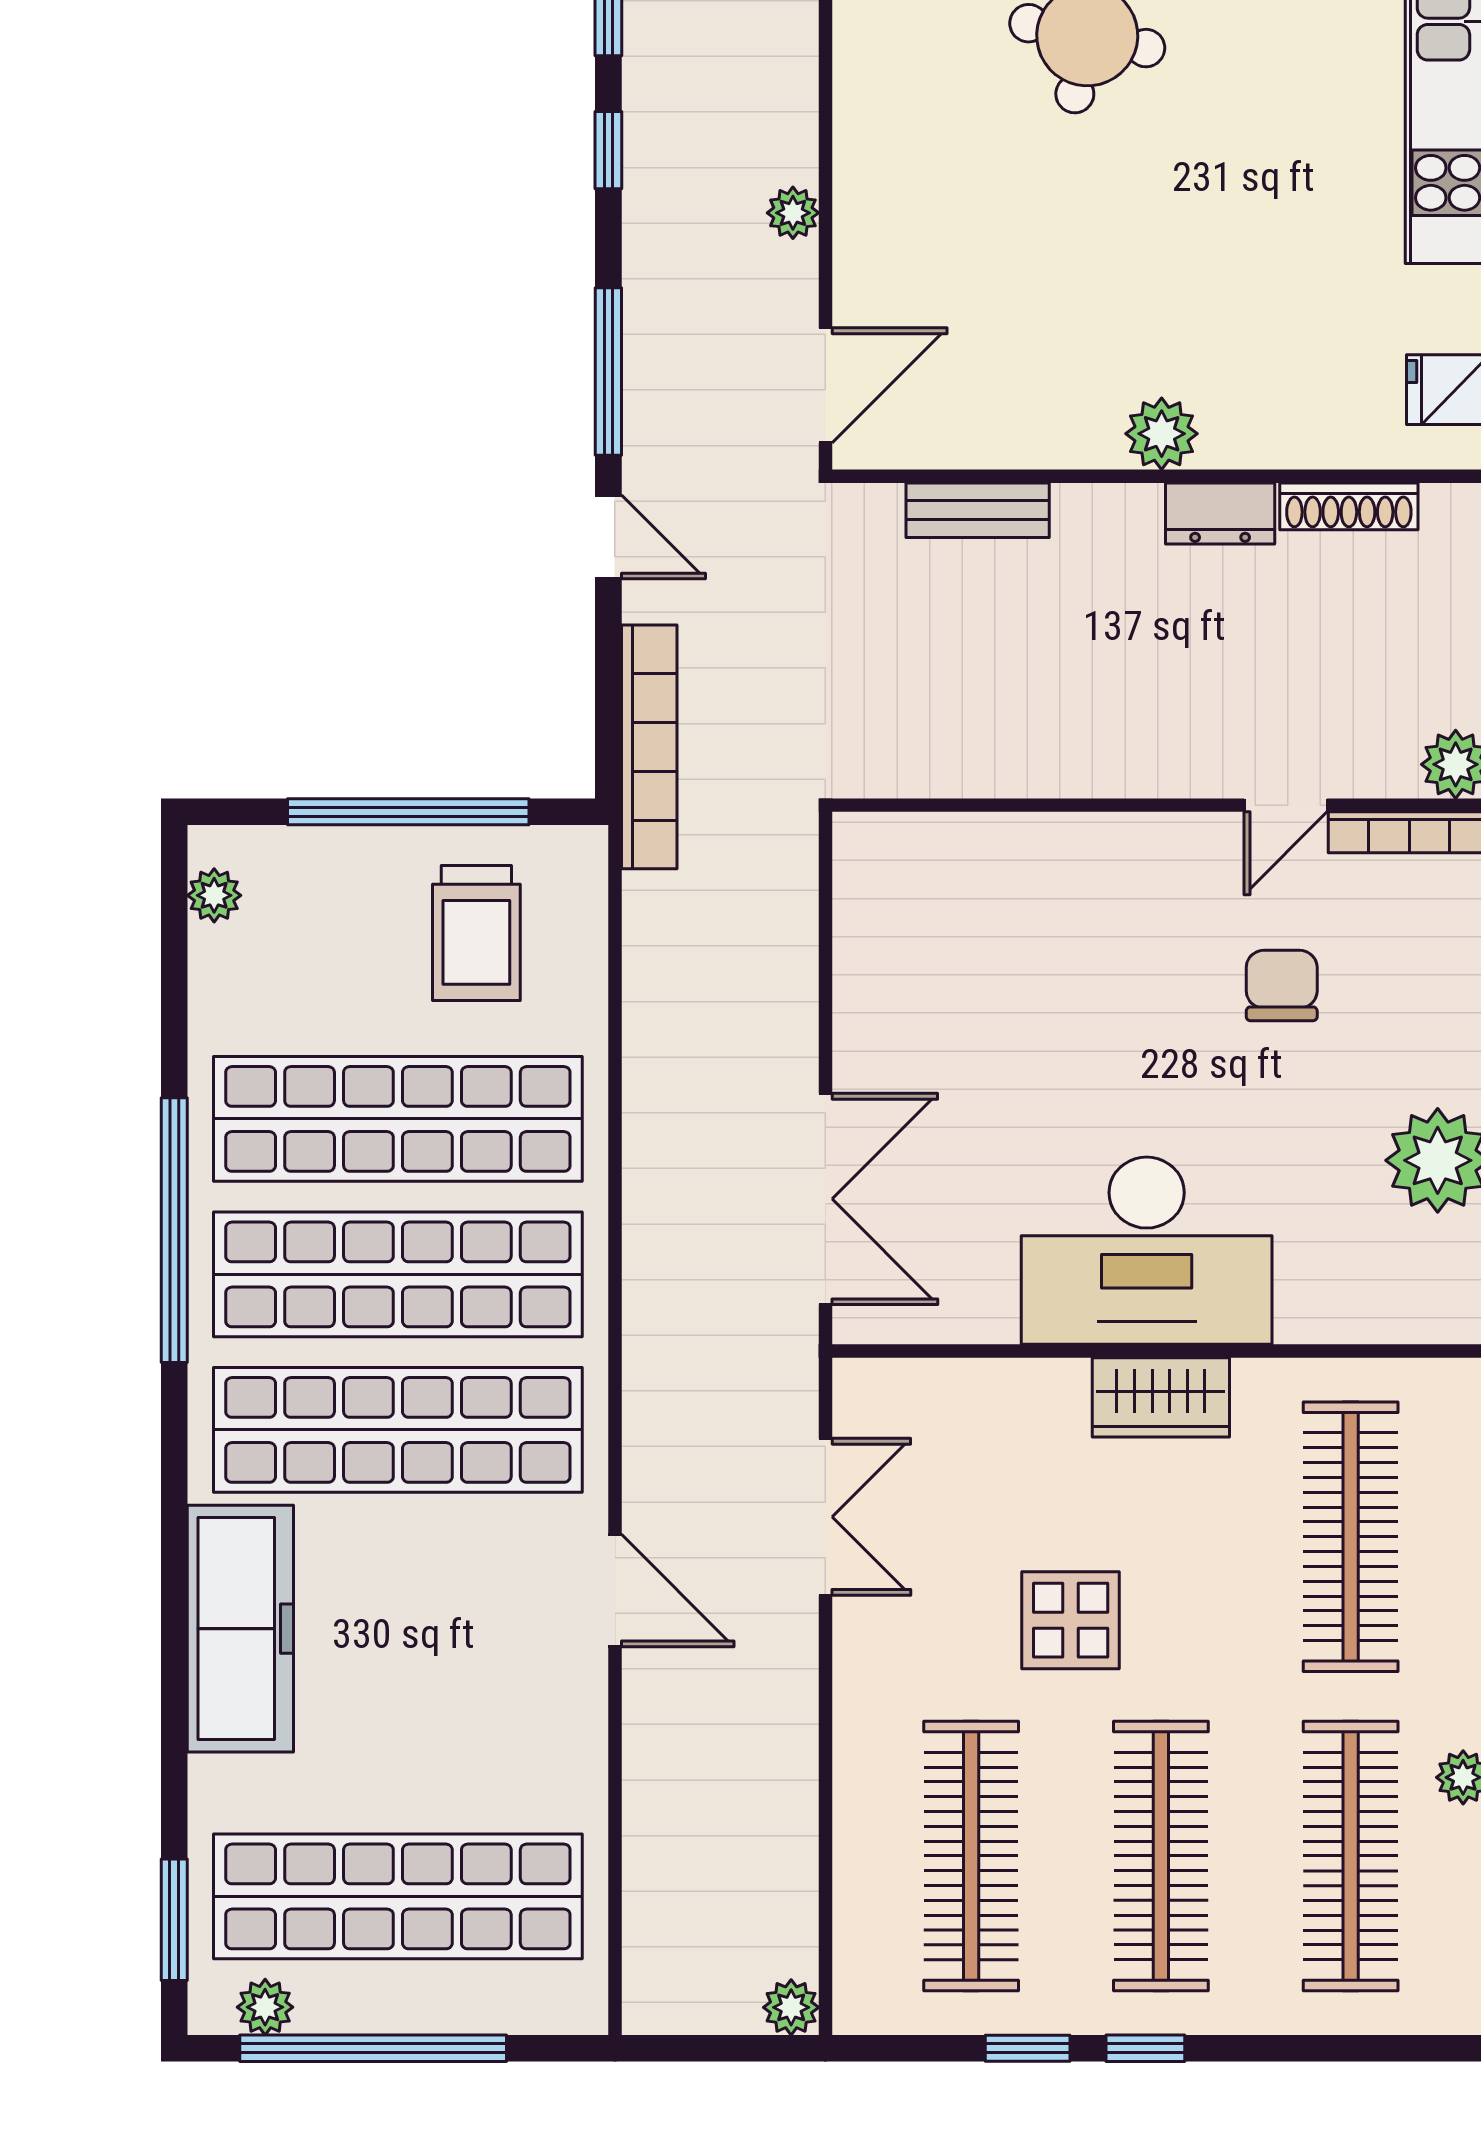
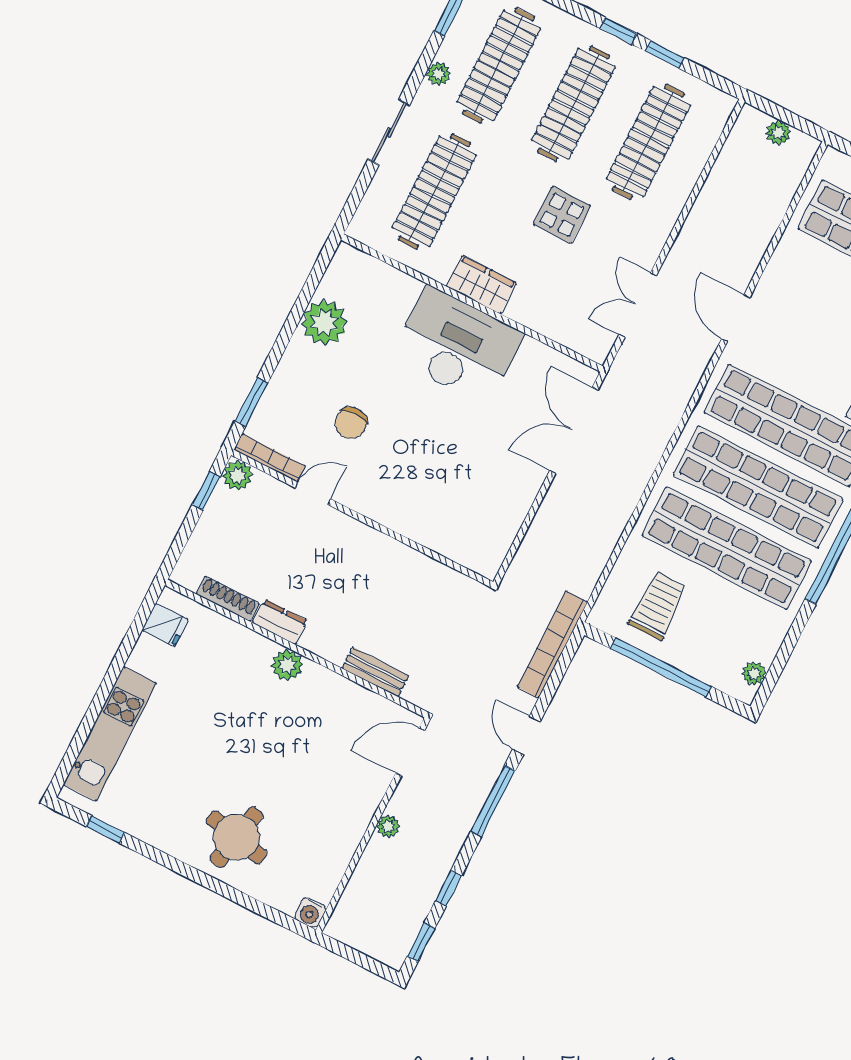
plant: (791, 2007) -> (778, 133), moved

